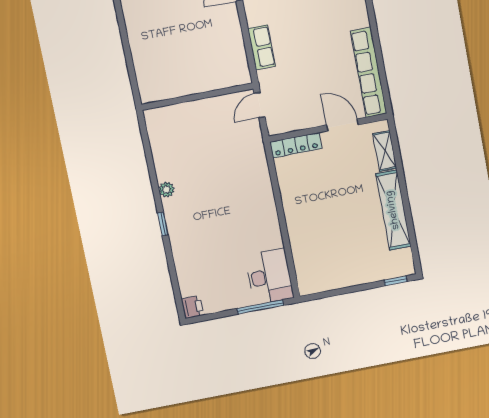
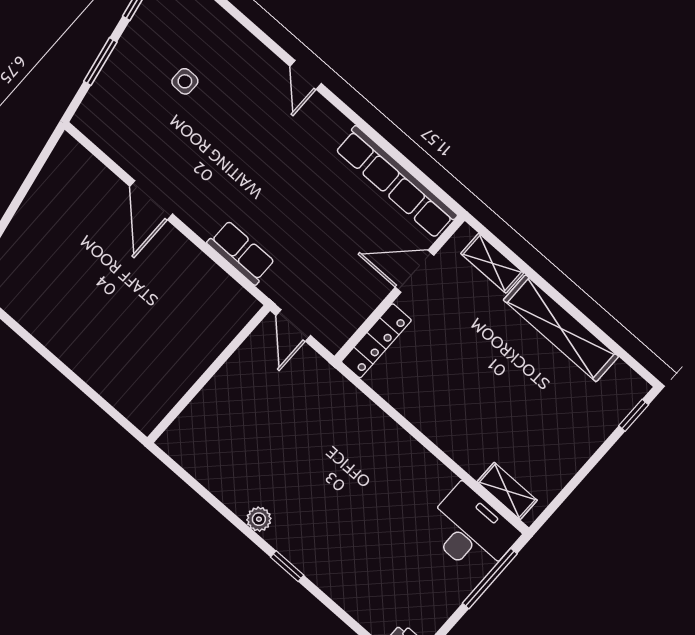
shelving: (303, 270) -> (507, 491), added

